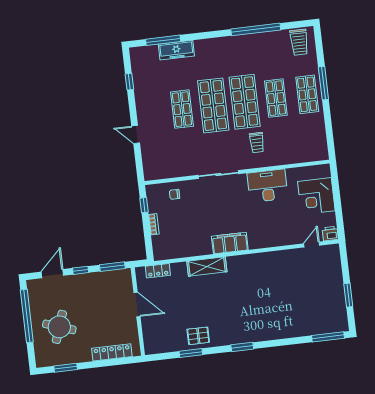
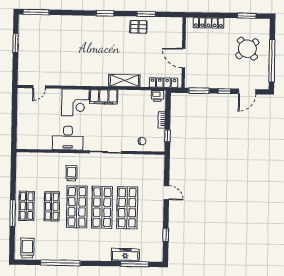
shop shelf: (182, 109) -> (127, 208), width x1.43, depth x1.36
corner desk: (316, 196) -> (75, 102), moved, turned 90
printer: (330, 234) -> (157, 96), moved
locker: (158, 271) -> (163, 83), width x1.53
round table: (59, 327) -> (247, 49), turned 31

